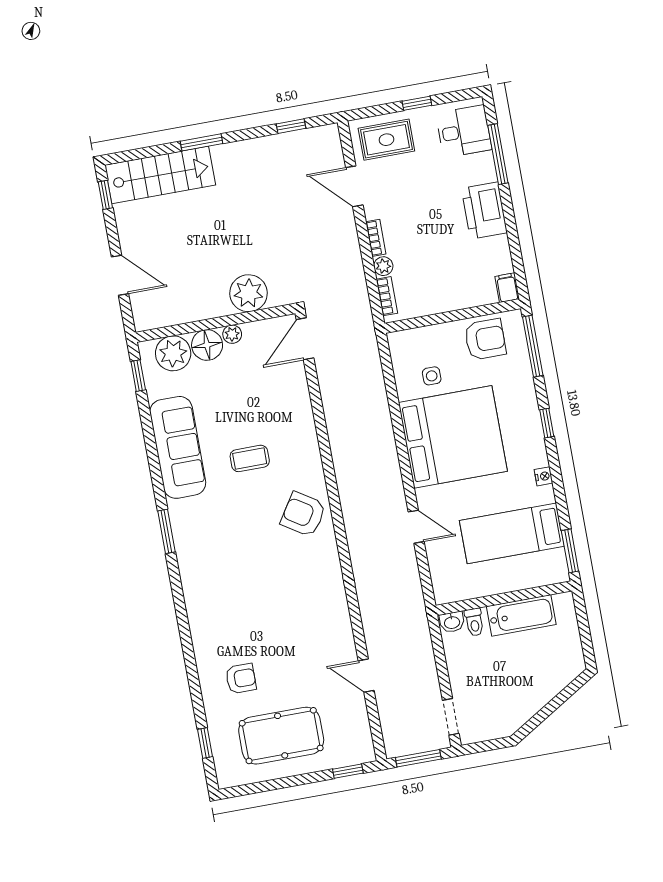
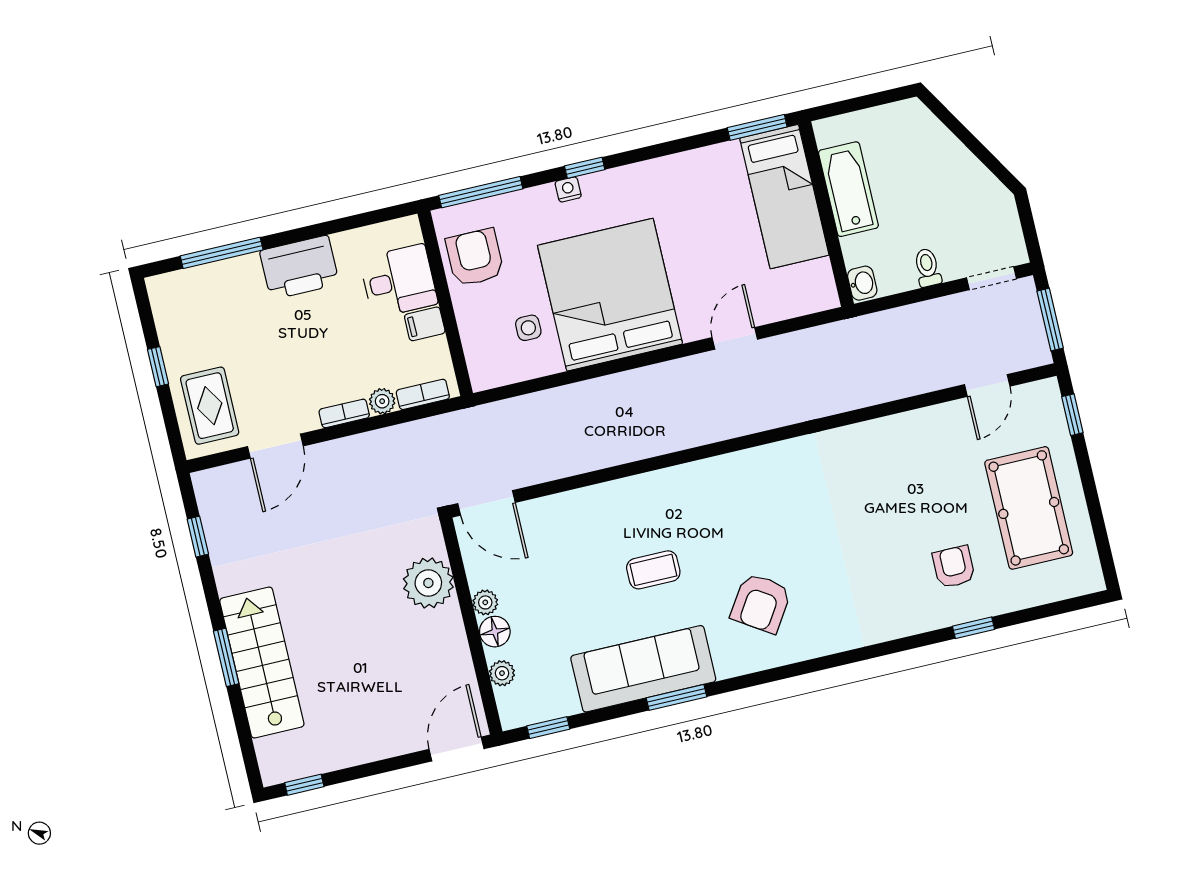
desk: (464, 131) -> (399, 281), moved, turned 90
stairs: (160, 175) -> (262, 663), moved
door: (120, 275) -> (456, 749), moved
filing cabinet: (507, 288) -> (425, 324), moved
floor lamp: (207, 345) -> (495, 632), width x0.73, depth x0.73
plant: (173, 353) -> (502, 673), width x0.53, depth x0.53
coffee table: (250, 458) -> (653, 570), turned 90
nightstand: (544, 476) -> (568, 189), moved
armchair: (303, 514) -> (761, 603), moved
window: (167, 531) -> (676, 697), moved
bed: (512, 533) -> (784, 197), moved
toilet: (474, 622) -> (927, 268), moved, turned -90
door: (366, 676) -> (987, 385), moved
window: (205, 743) -> (973, 628), moved

